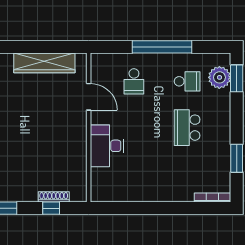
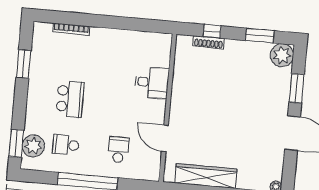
desk: (107, 146) -> (152, 82), width x0.73
bookcase: (212, 198) -> (71, 29), moved

